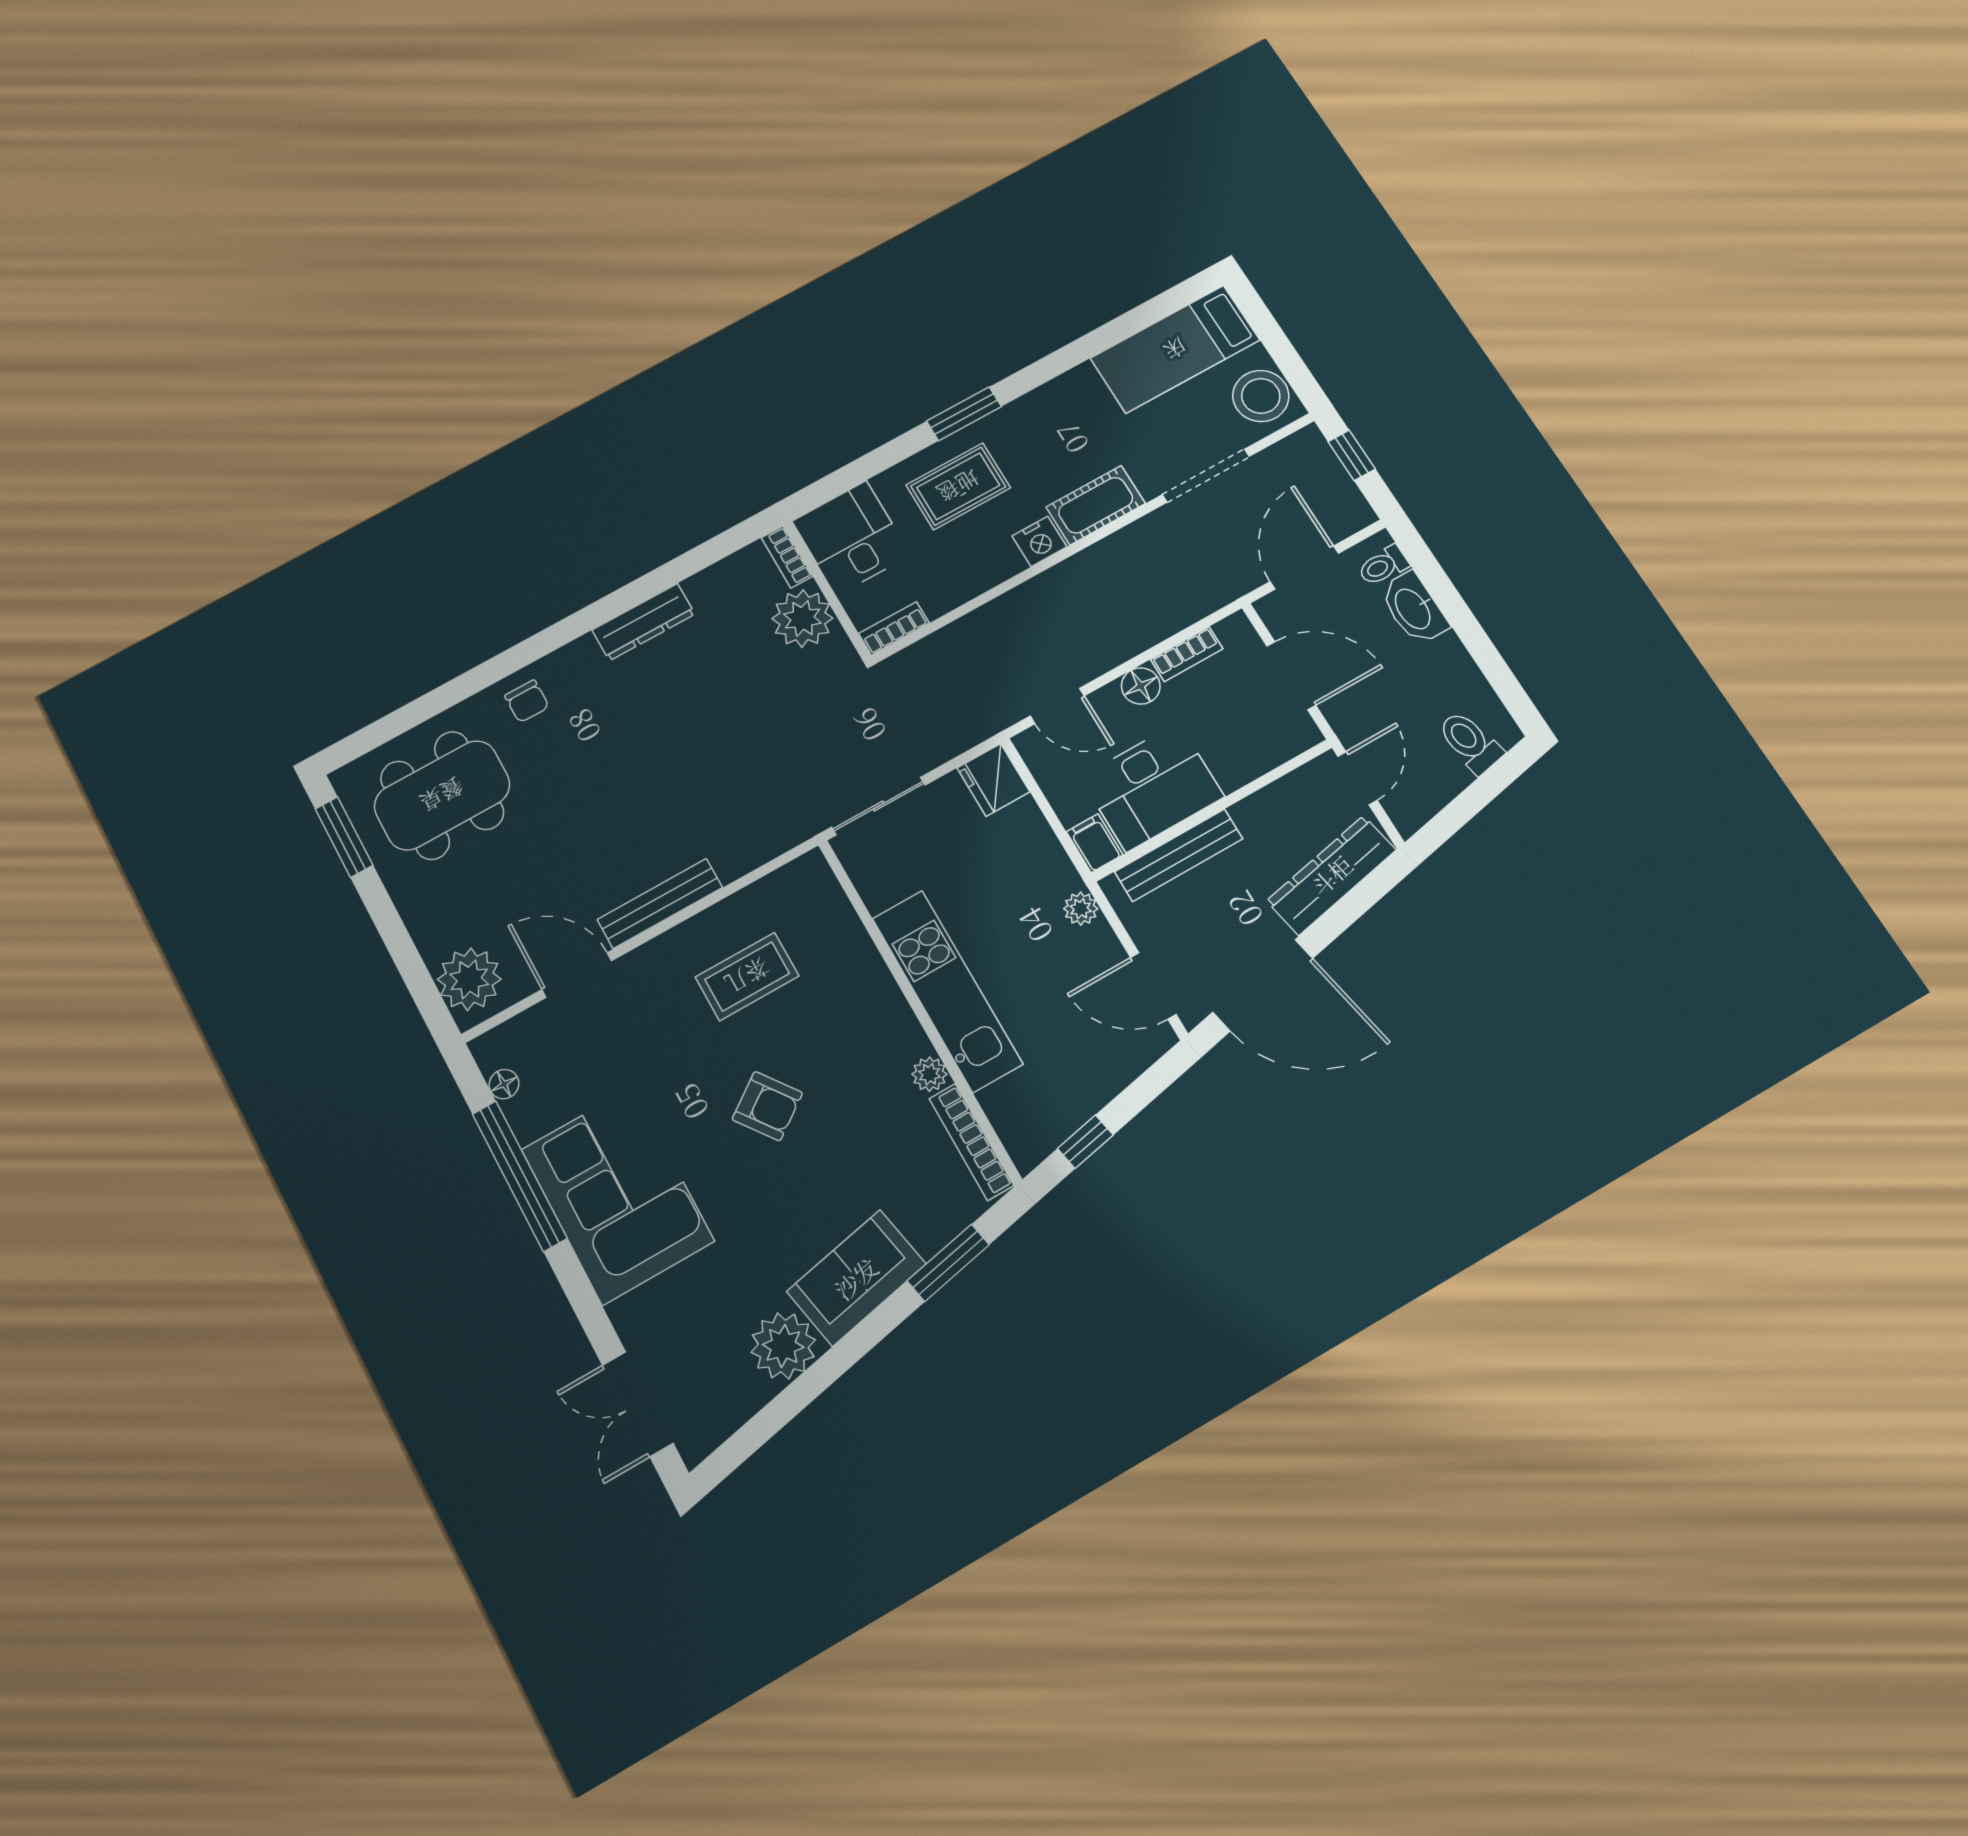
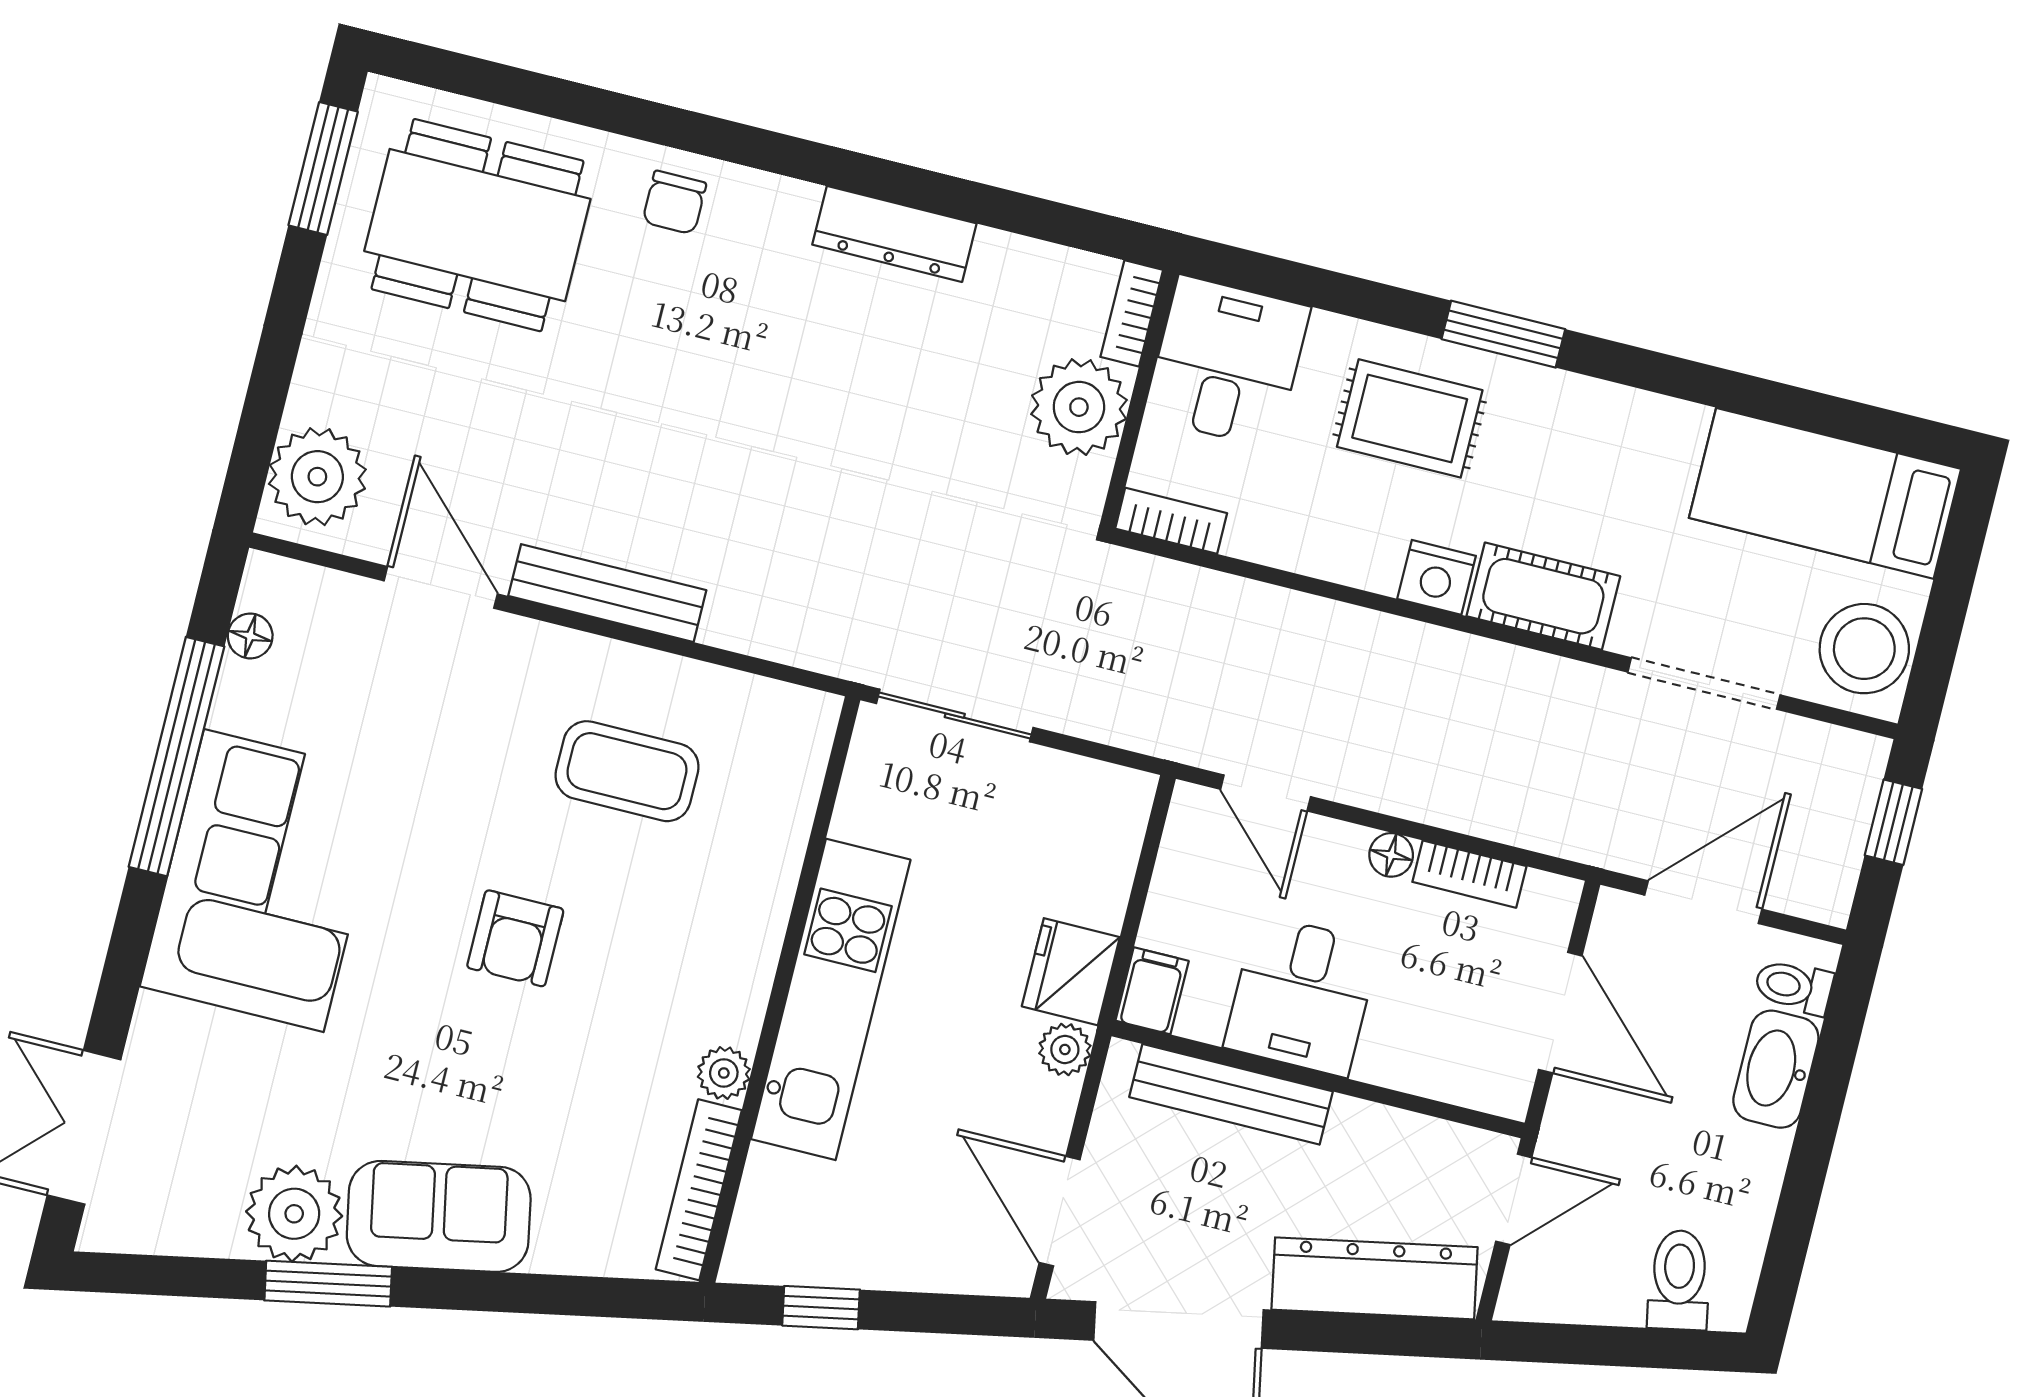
floor lamp: (1141, 686) -> (1391, 855), width x0.73, depth x0.73
fridge: (993, 780) -> (1071, 972), moved
desk: (1152, 787) -> (1302, 995), width x0.73
armchair: (767, 1106) -> (515, 938), turned 36
window: (948, 1263) -> (328, 1284), moved

